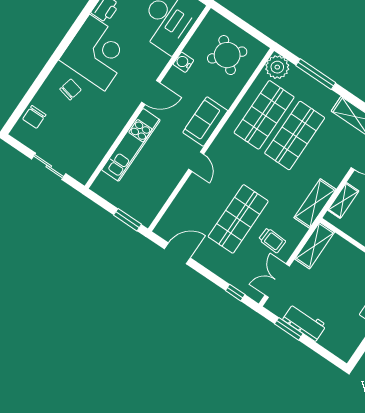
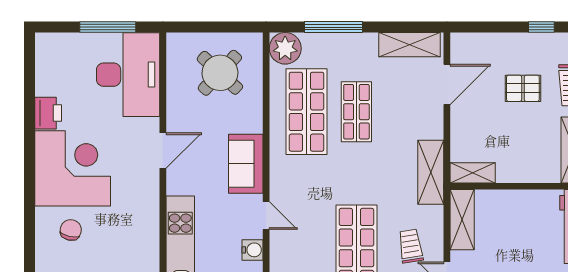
water cooler: (183, 62) -> (252, 250), moved, turned 180
door: (151, 92) -> (163, 151), moved
shop shelf: (295, 136) -> (356, 112), width x0.70, depth x0.74
shelving: (343, 201) -> (473, 173), moved, turned 90
trolley: (272, 240) -> (411, 246), turned -102

